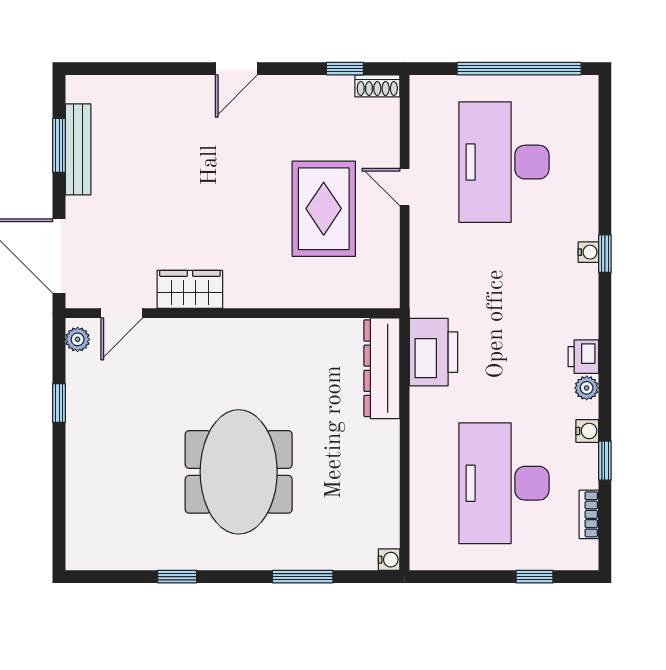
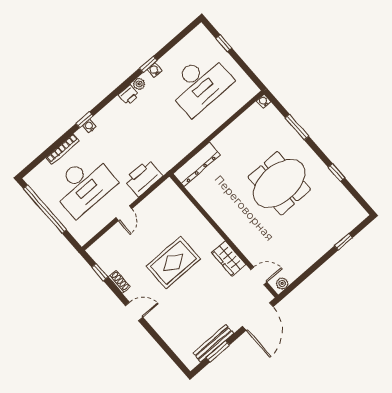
shoe rack: (377, 86) -> (119, 282), moved
rug: (324, 209) -> (173, 263), moved
printer: (434, 352) -> (143, 178), moved
window: (59, 403) -> (344, 242), moved
window: (605, 461) -> (148, 64), moved
bookcase: (589, 514) -> (63, 149), moved, width x1.56

